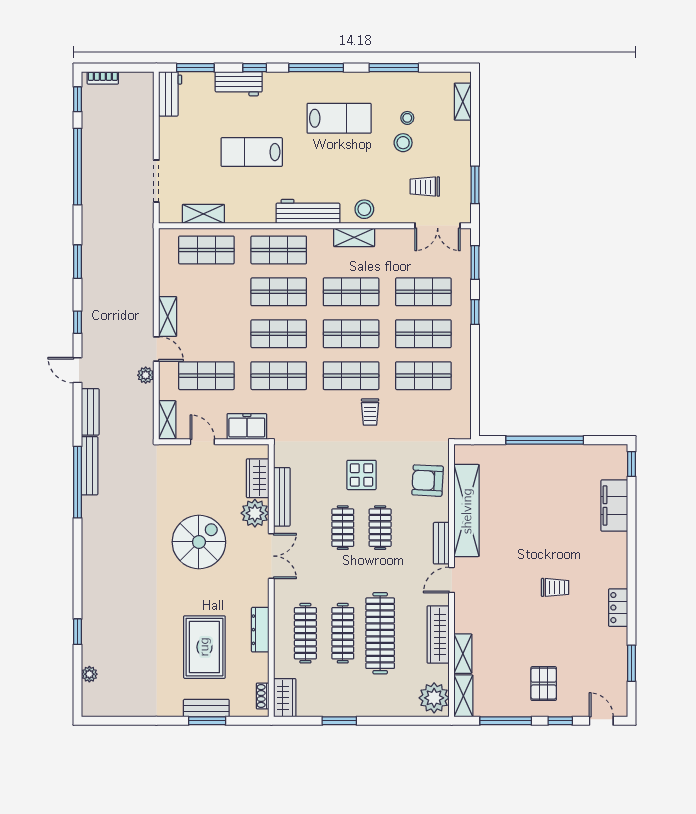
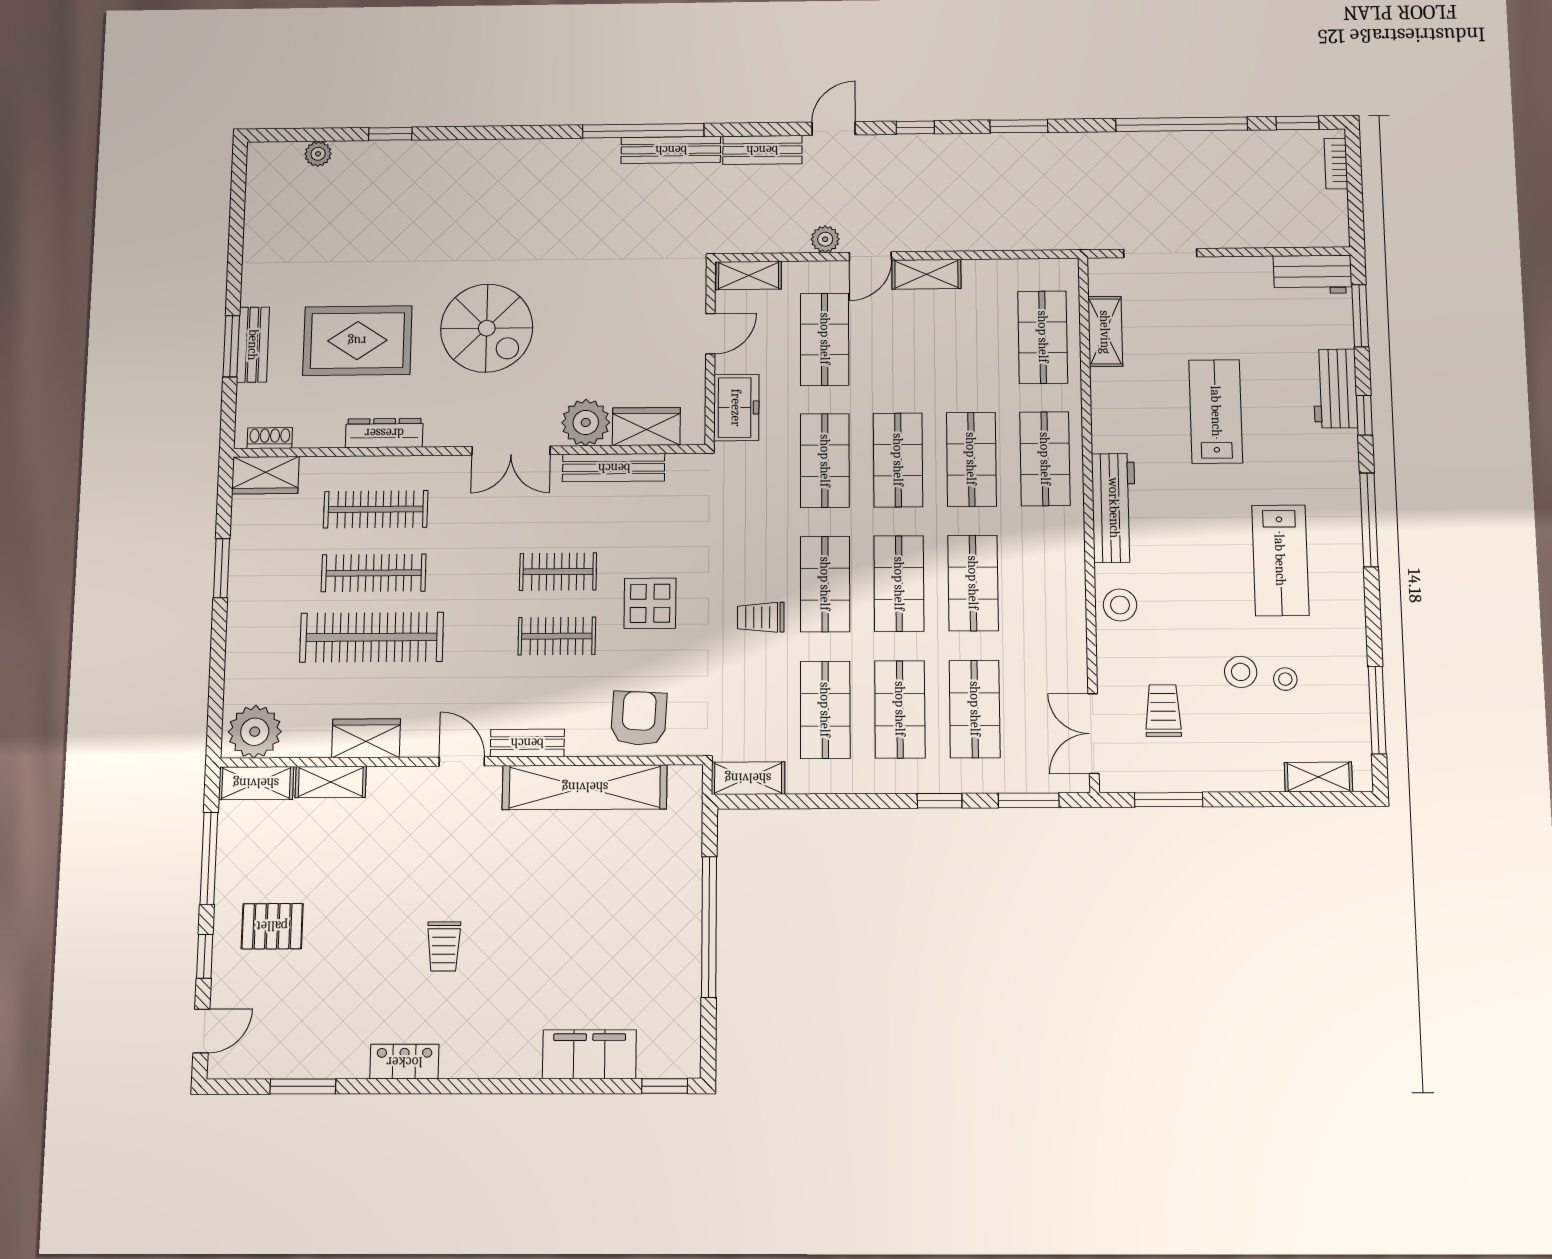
window: (394, 68) -> (1377, 710), moved
shelving: (354, 237) -> (748, 778), moved, turned 90
spiral stairs: (199, 542) -> (487, 328), moved
wardrobe: (438, 635) -> (366, 738), width x0.67

